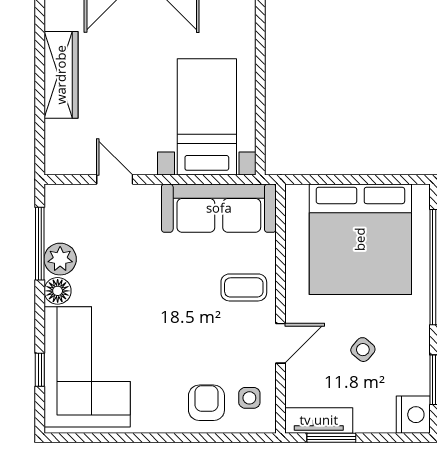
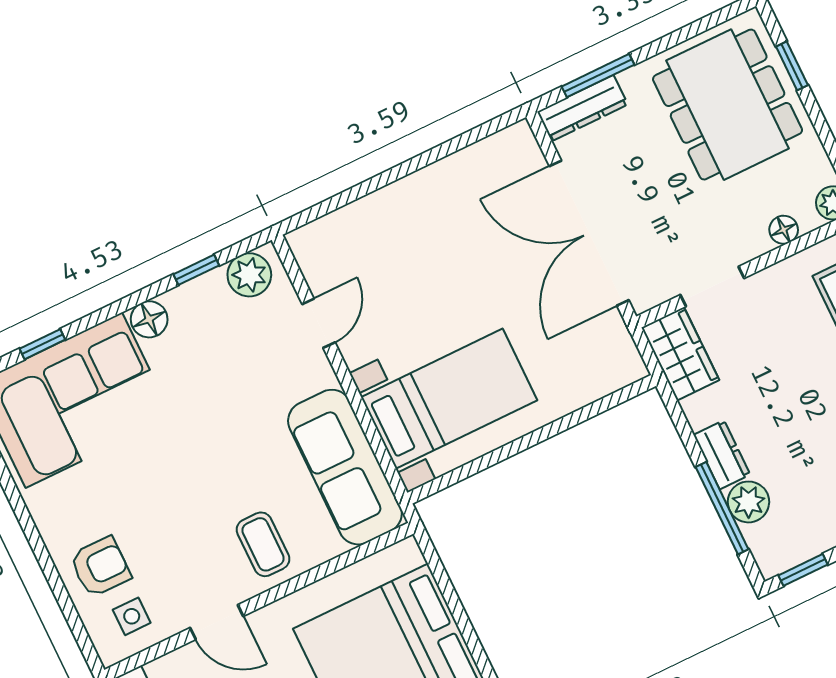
wardrobe: (61, 75) -> (414, 196), removed
window: (40, 244) -> (196, 270), width x0.46
plant: (60, 259) -> (249, 275), moved

